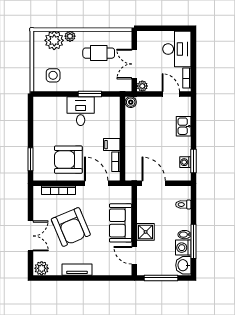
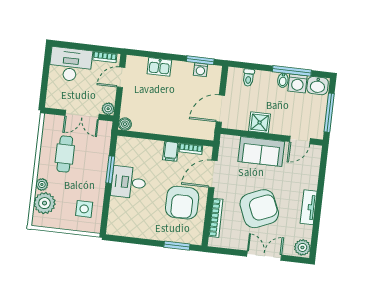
shower: (146, 232) -> (260, 122), moved

